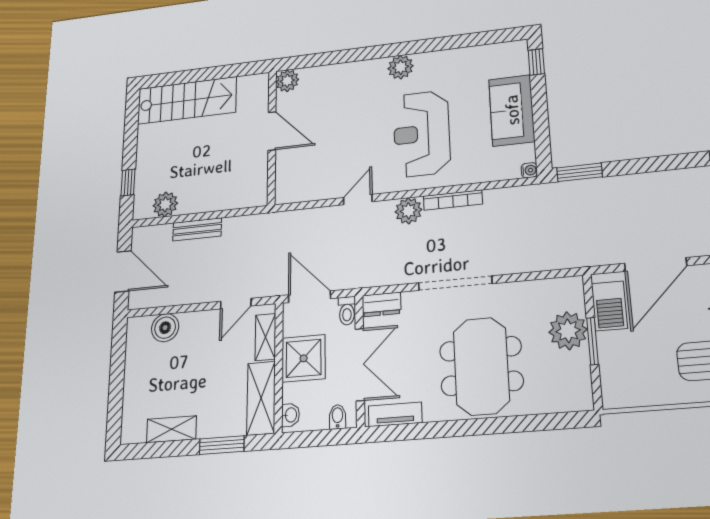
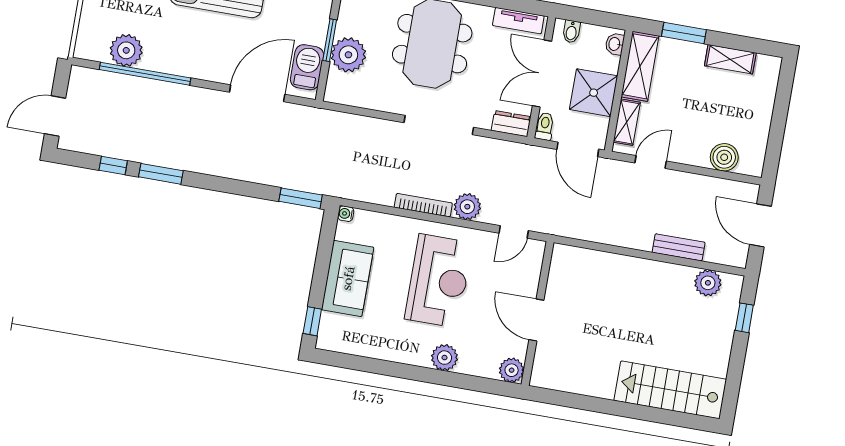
plant: (287, 81) -> (512, 370), moved
door: (272, 131) -> (536, 320), moved
wall: (272, 137) -> (538, 313), moved

